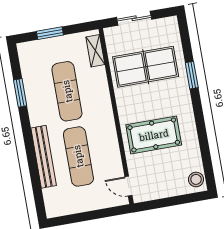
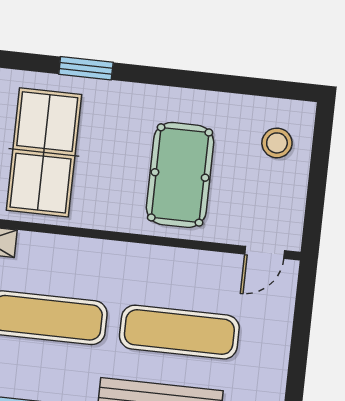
stool: (196, 179) -> (277, 143), moved

